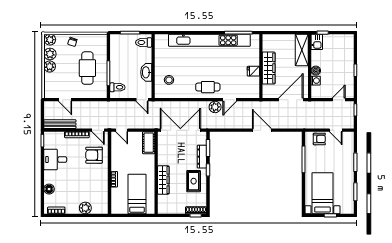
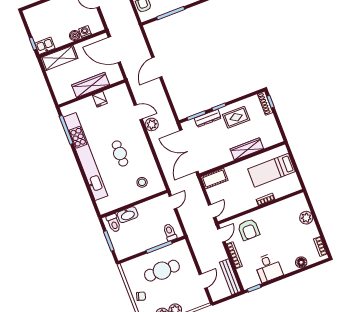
washbasin: (146, 72) -> (128, 215), moved
cafe table: (208, 87) -> (120, 153), moved

